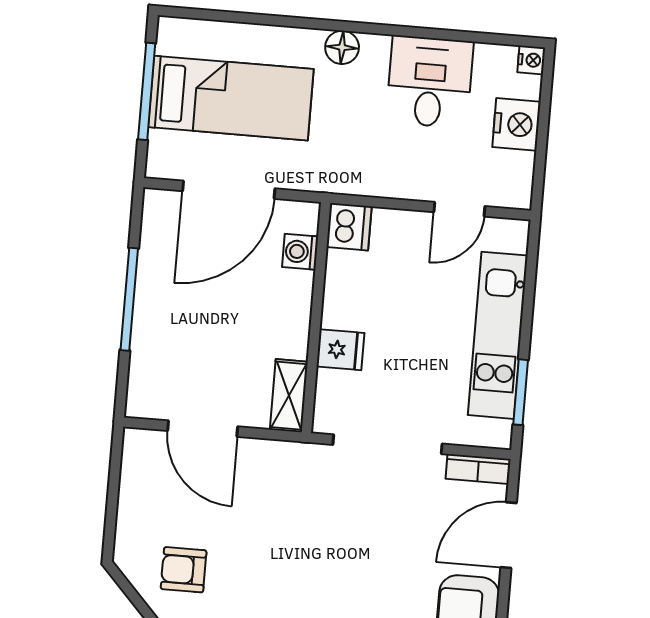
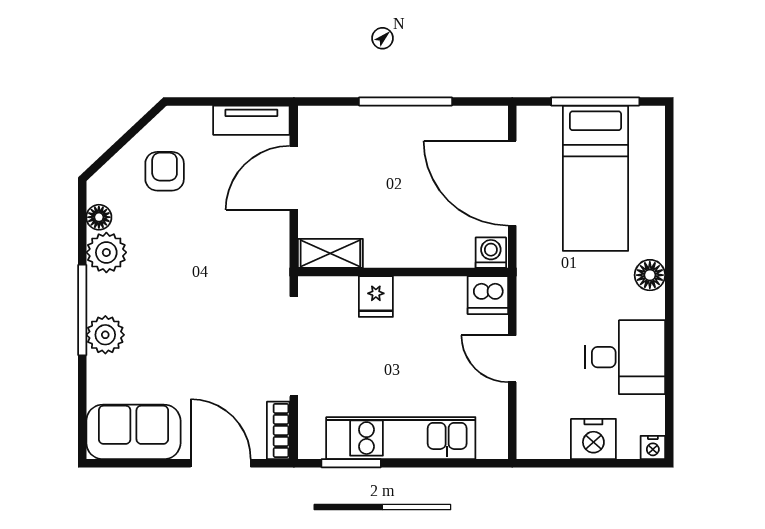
door: (459, 209) -> (512, 359), moved
washing machine: (300, 252) -> (491, 253), moved
tv unit: (136, 470) -> (251, 120), added

